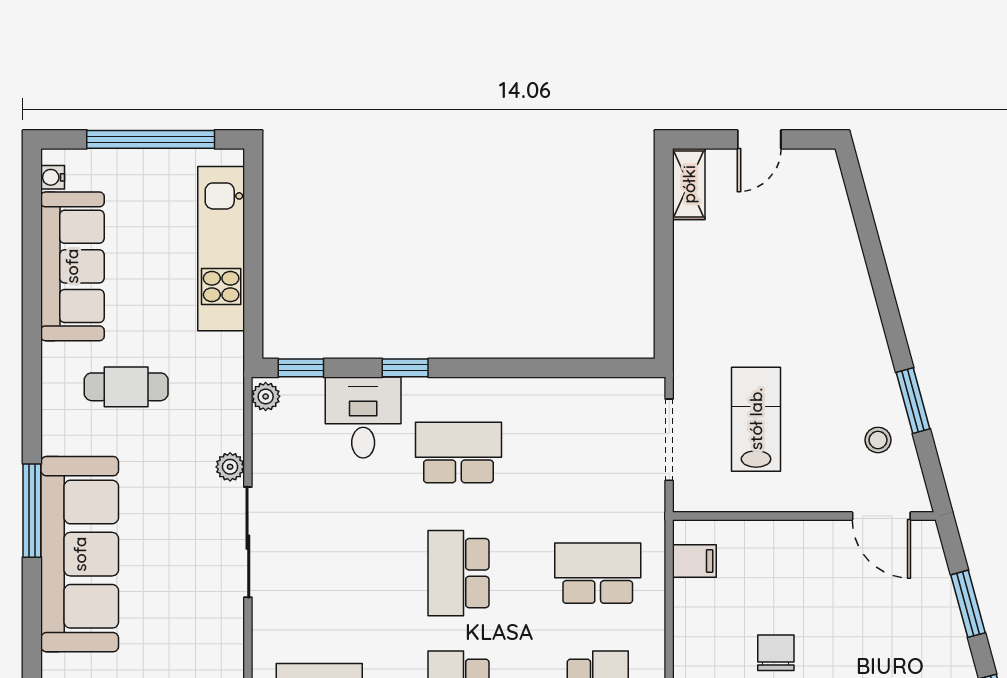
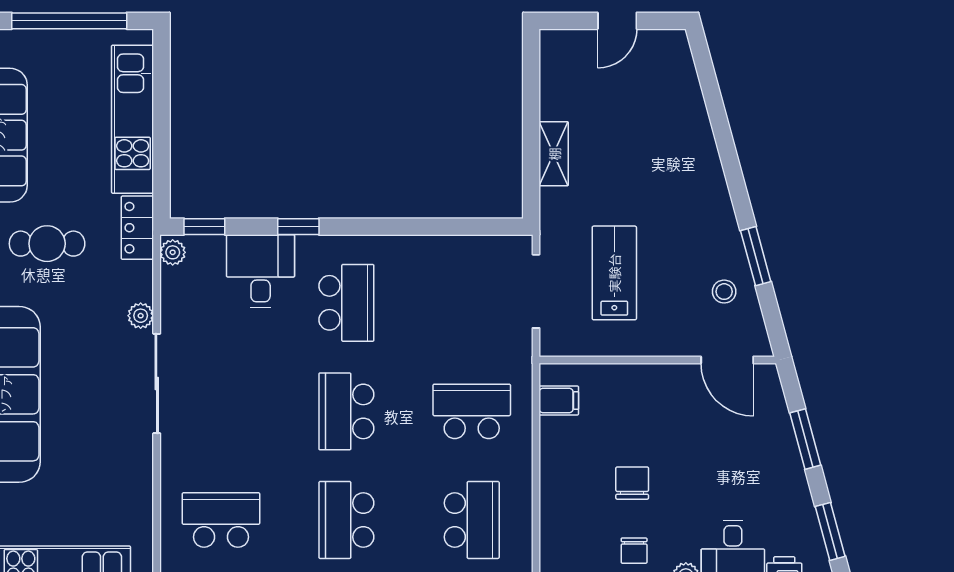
shelving: (689, 184) -> (554, 154), moved
locker: (226, 369) -> (137, 228), added
school desk: (458, 453) -> (346, 303), turned 90

